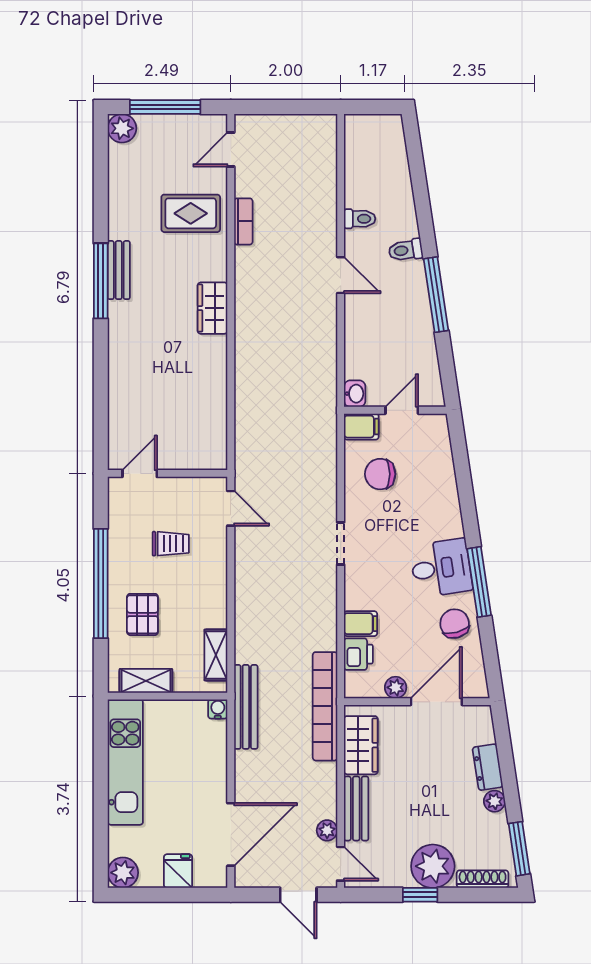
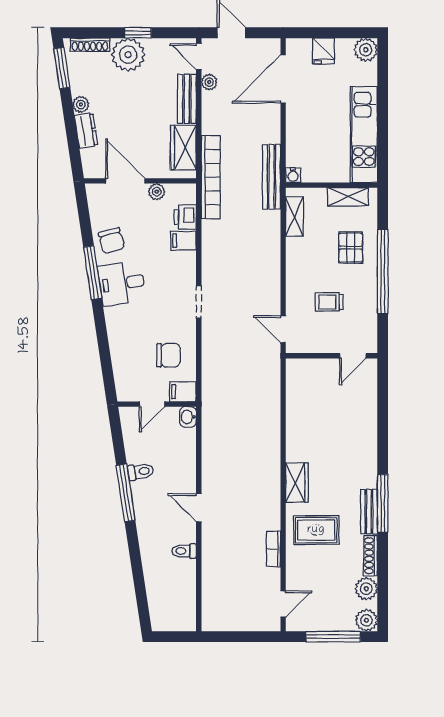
plant: (122, 170) -> (366, 589), added
shoe rack: (117, 213) -> (371, 556), added
rug: (191, 213) -> (316, 530), moved
toilet: (406, 250) -> (141, 472), moved
door: (436, 702) -> (125, 181), swing flipped

